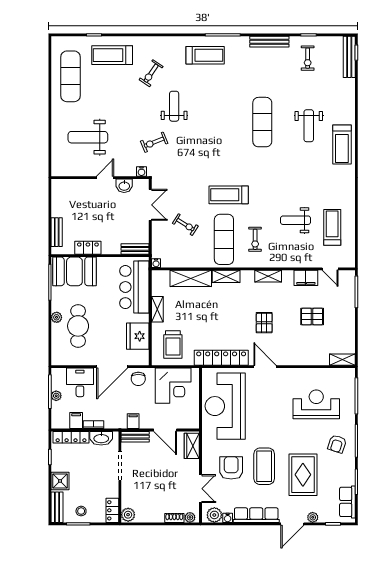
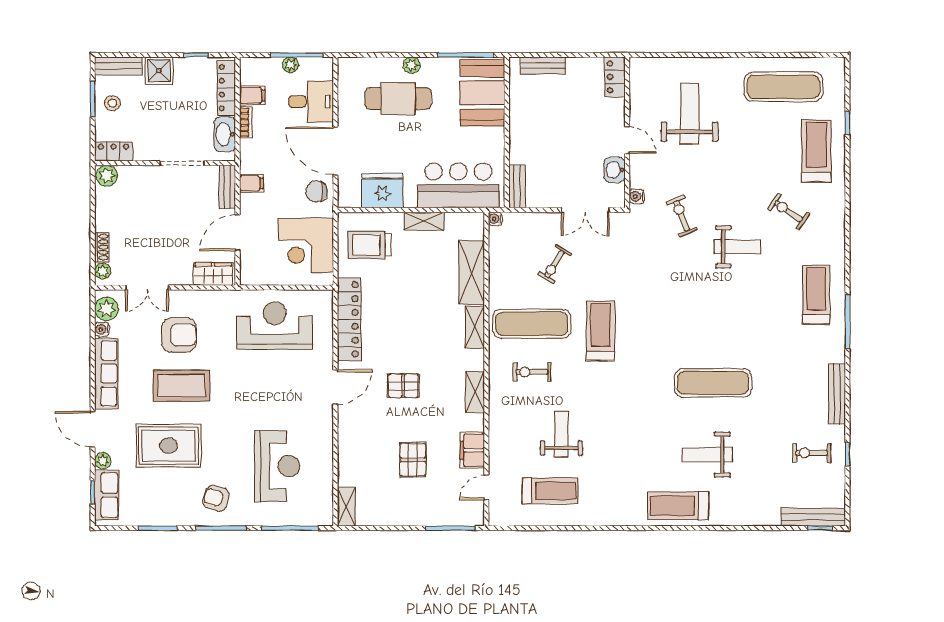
treadmill: (205, 55) -> (816, 295), turned 180
locker: (88, 248) -> (615, 77), moved, turned 180
reception desk: (225, 406) -> (275, 326), width x0.74, depth x0.77
row of seats: (347, 502) -> (107, 495), moved, turned 90

